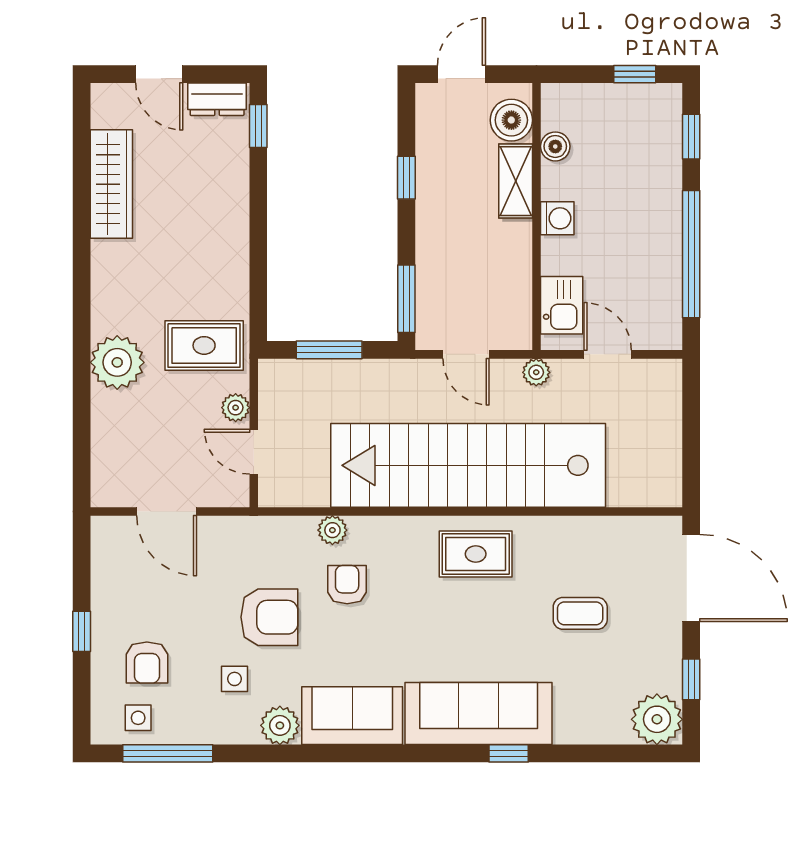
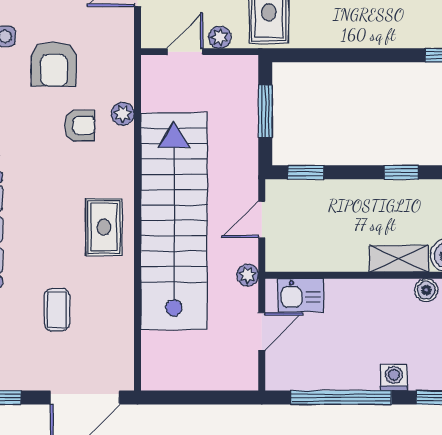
washing machine: (557, 218) -> (394, 378), moved, turned 180
window: (406, 299) -> (306, 172), width x0.67

